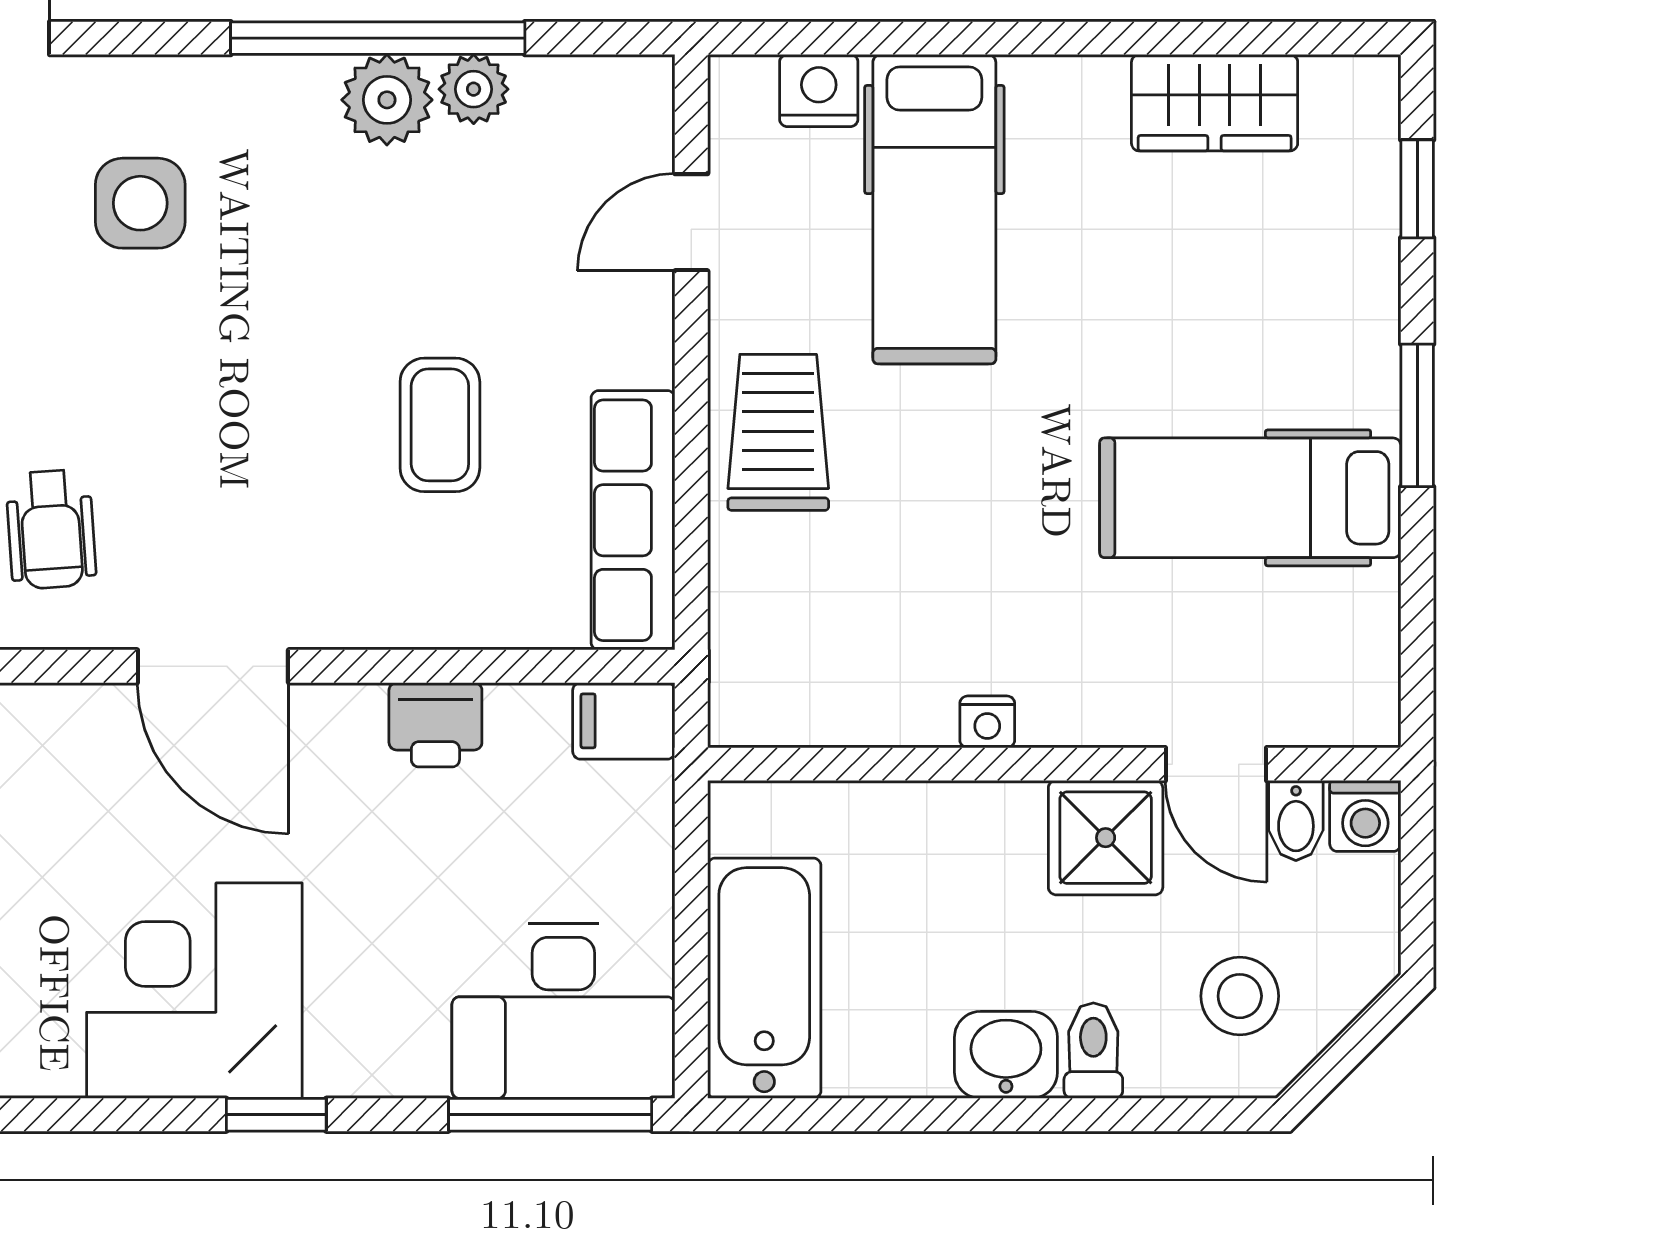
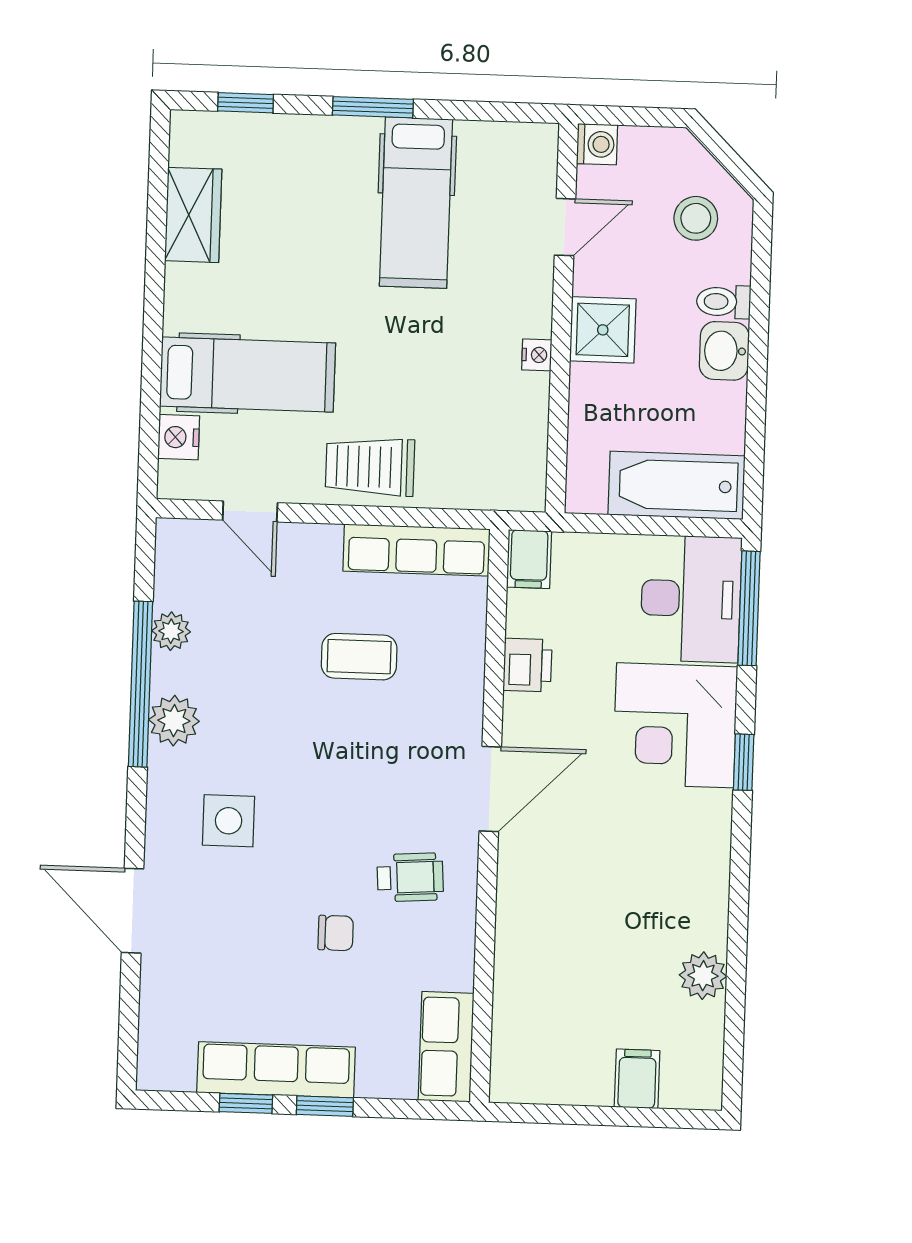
plant: (387, 100) -> (174, 721), moved
bidet: (1296, 820) -> (598, 183), removed
shower: (1106, 838) -> (603, 330), moved
corner desk: (194, 991) -> (675, 725), moved

